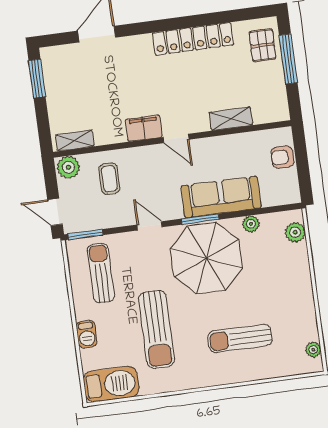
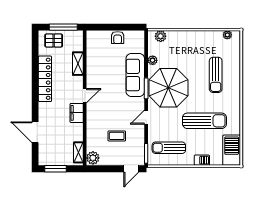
shelving: (231, 119) -> (78, 64), moved
filing cabinet: (144, 128) -> (77, 113), moved
door: (176, 138) -> (85, 96), moved
wall: (172, 139) -> (85, 98), moved
shelving: (75, 141) -> (78, 152), moved
plant: (68, 167) -> (93, 158), moved

